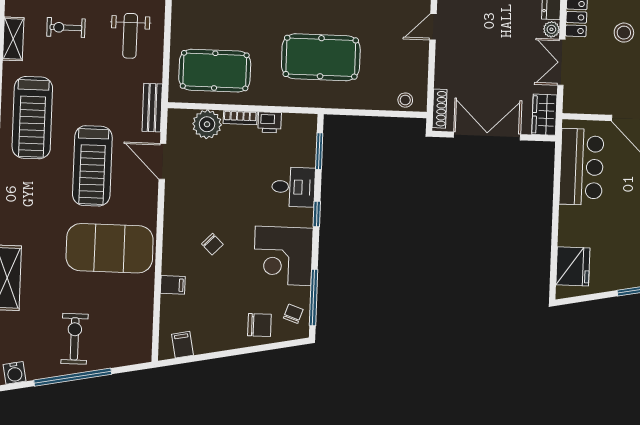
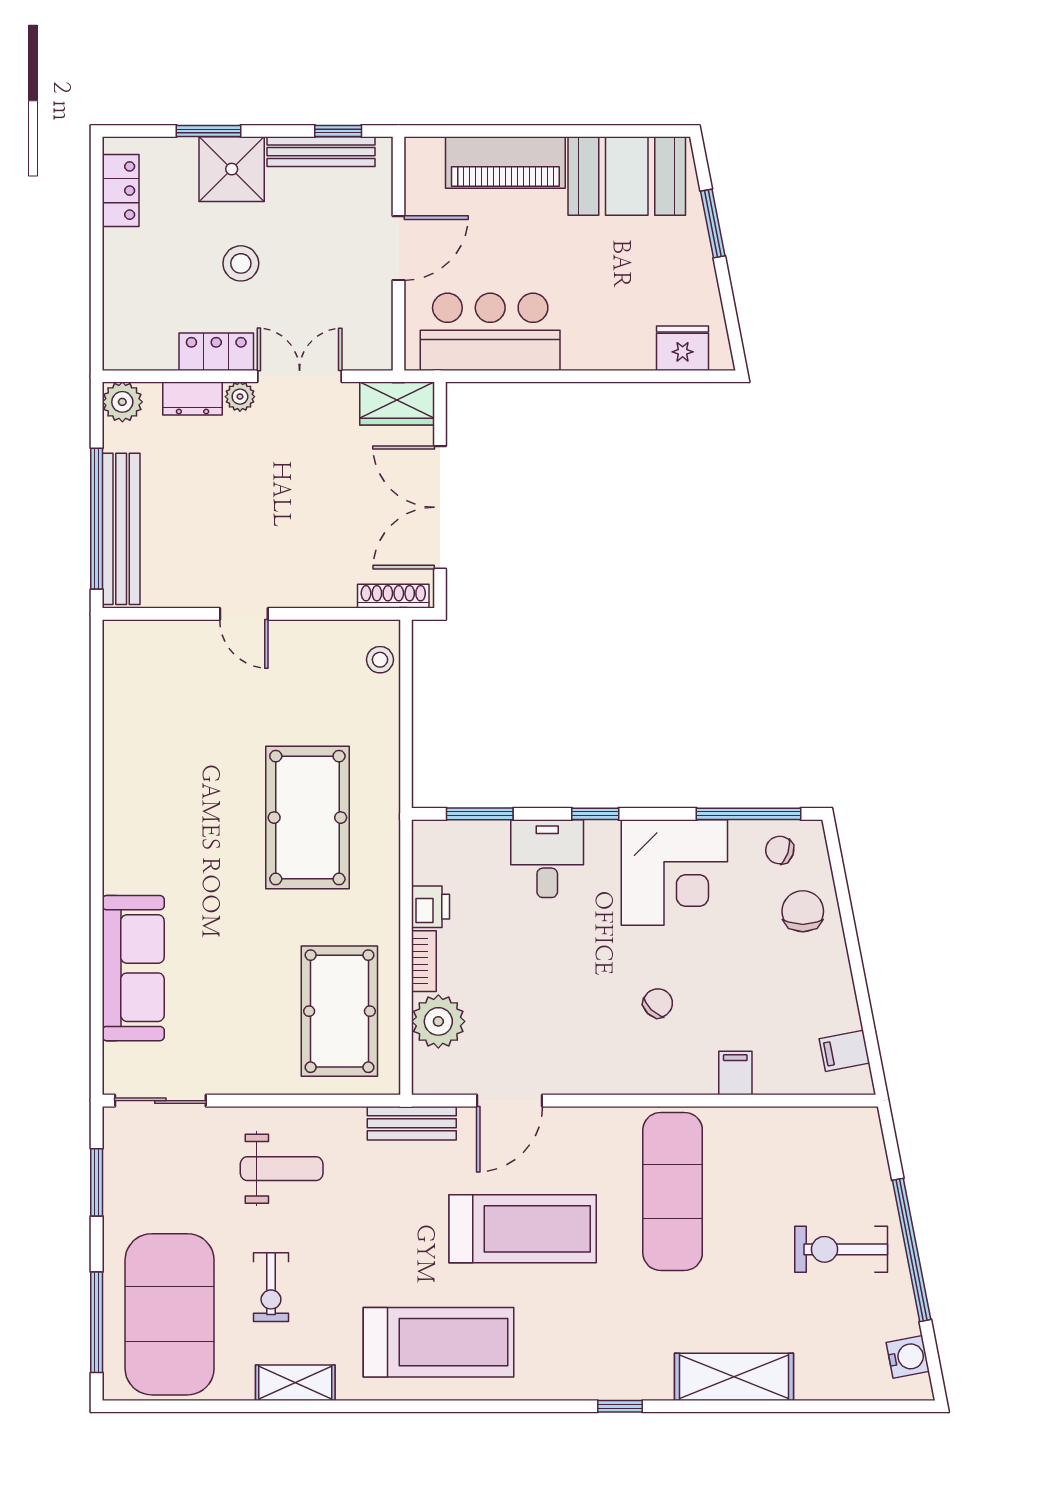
double door: (561, 62) -> (300, 376), swing flipped
exercise mat: (110, 248) -> (673, 1191), width x0.68
fridge: (573, 266) -> (683, 348), width x0.73, depth x0.75

